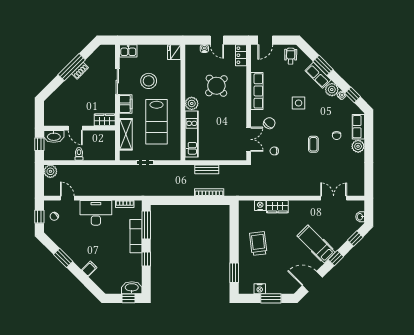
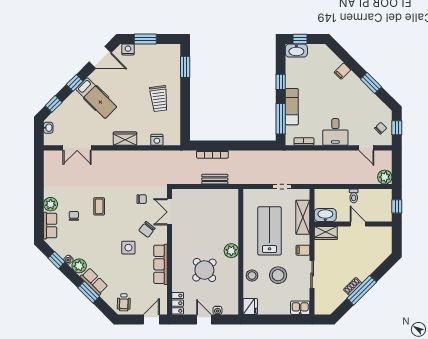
stool: (173, 81) -> (252, 275), added
side table: (299, 103) -> (128, 248), moved
filing cabinet: (126, 104) -> (303, 250), width x0.50
kitchen unit: (192, 134) -> (231, 218), removed
washbasin: (54, 136) -> (325, 215), moved
wardrobe: (277, 207) -> (125, 139), moved
desk: (96, 213) -> (335, 132), width x0.73
nightstand: (260, 289) -> (128, 50), moved

